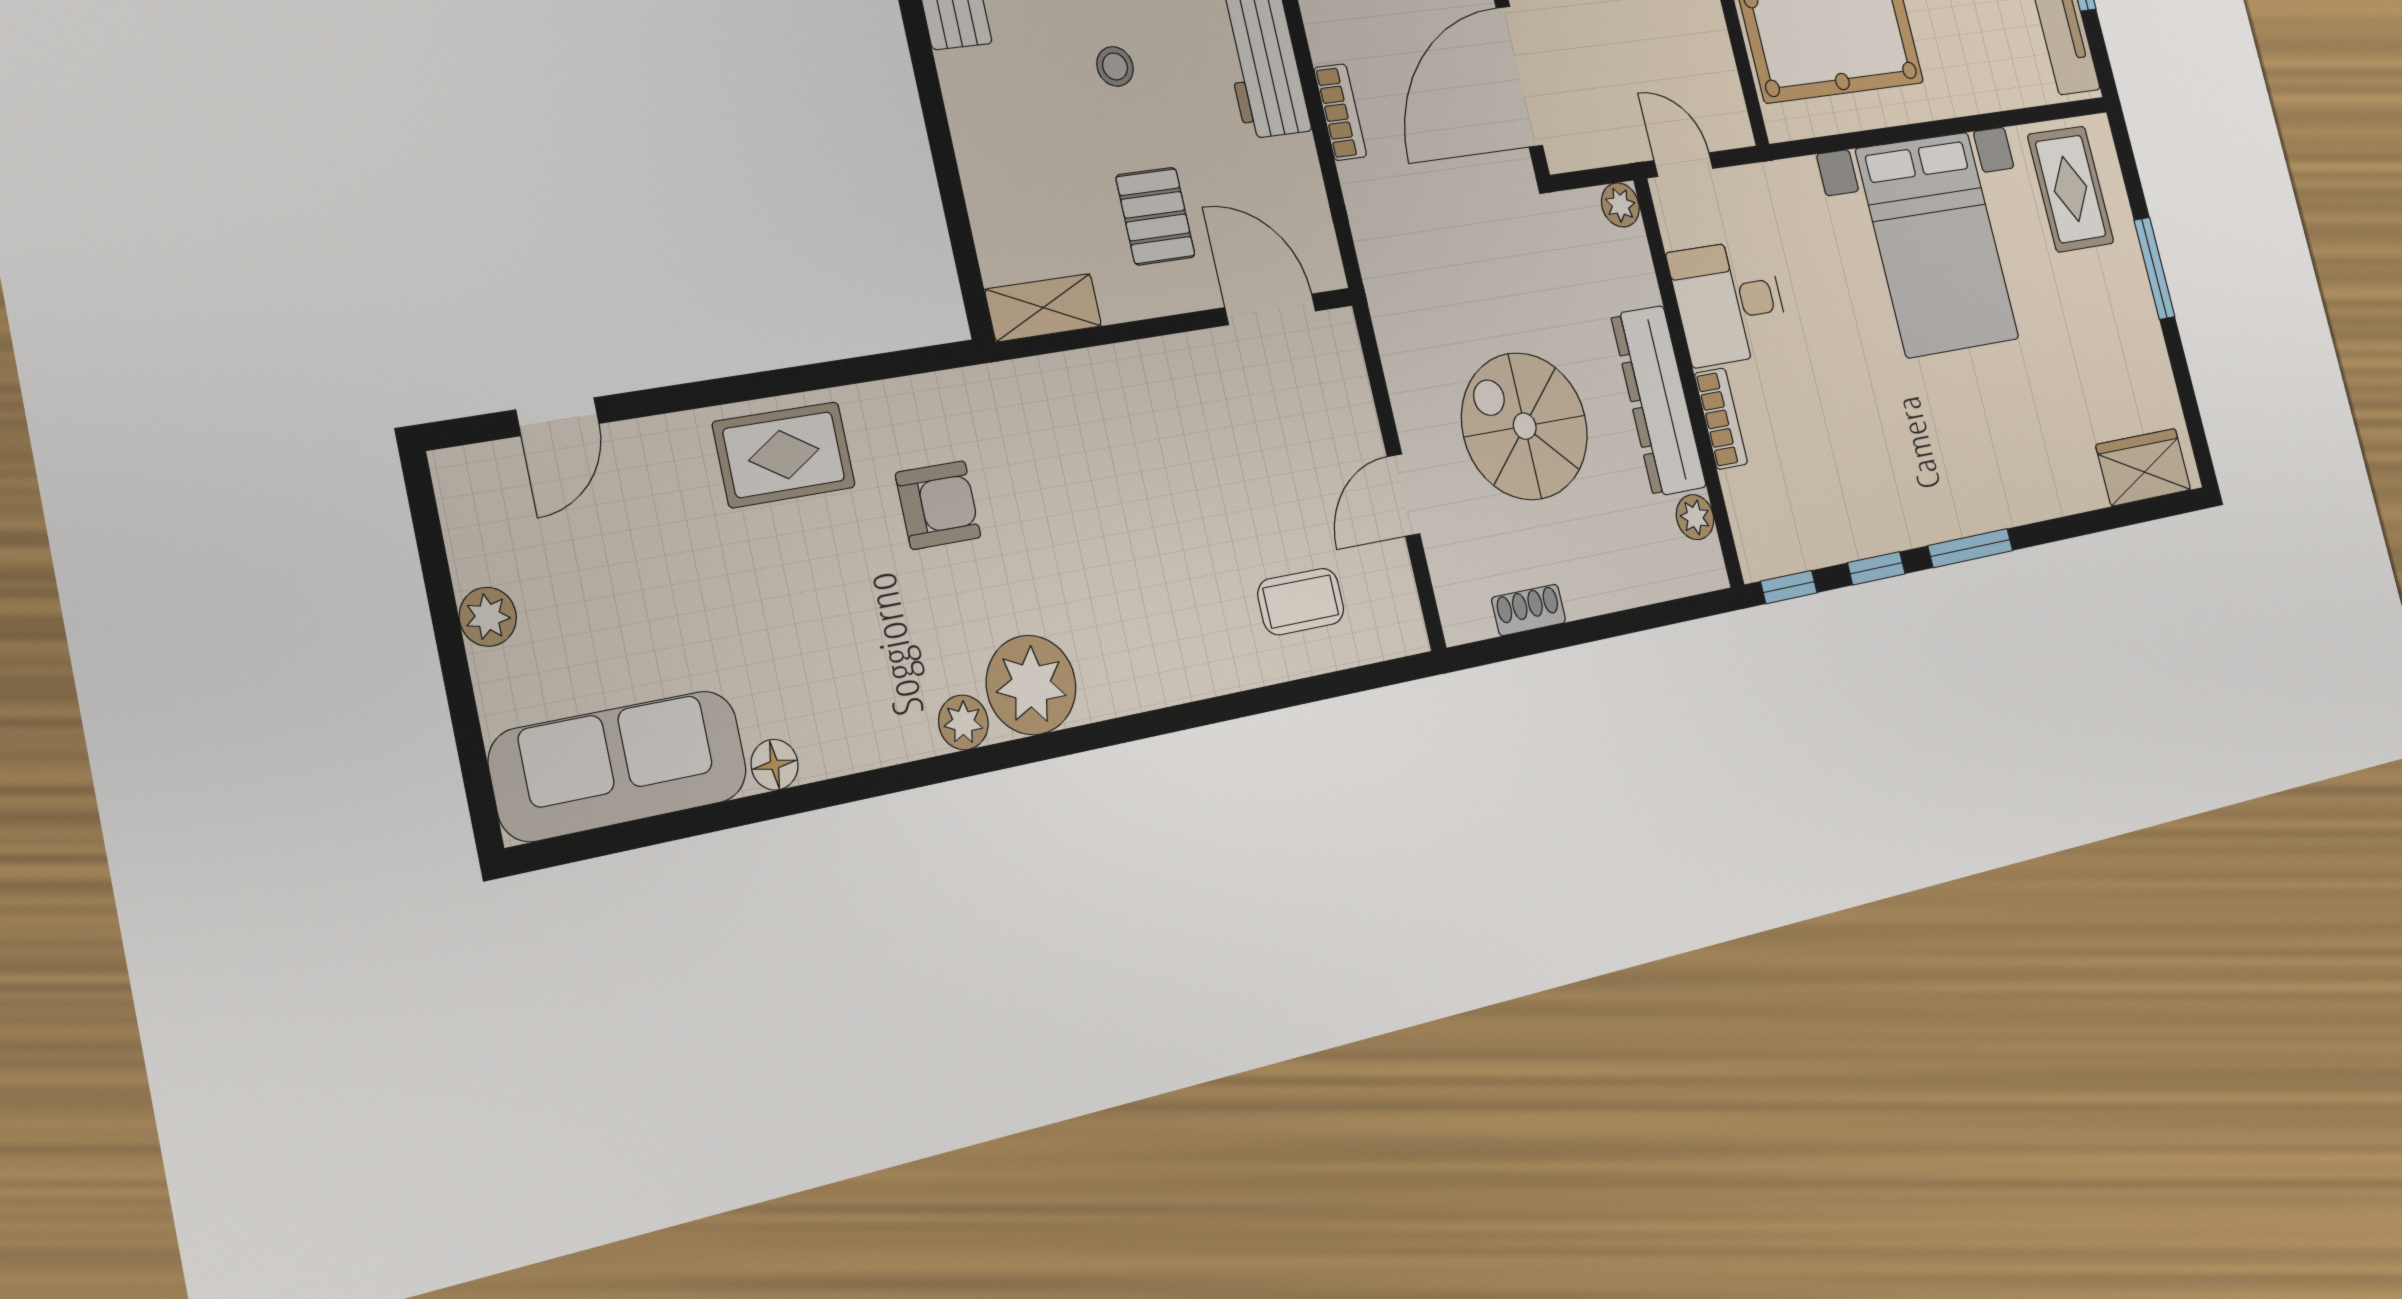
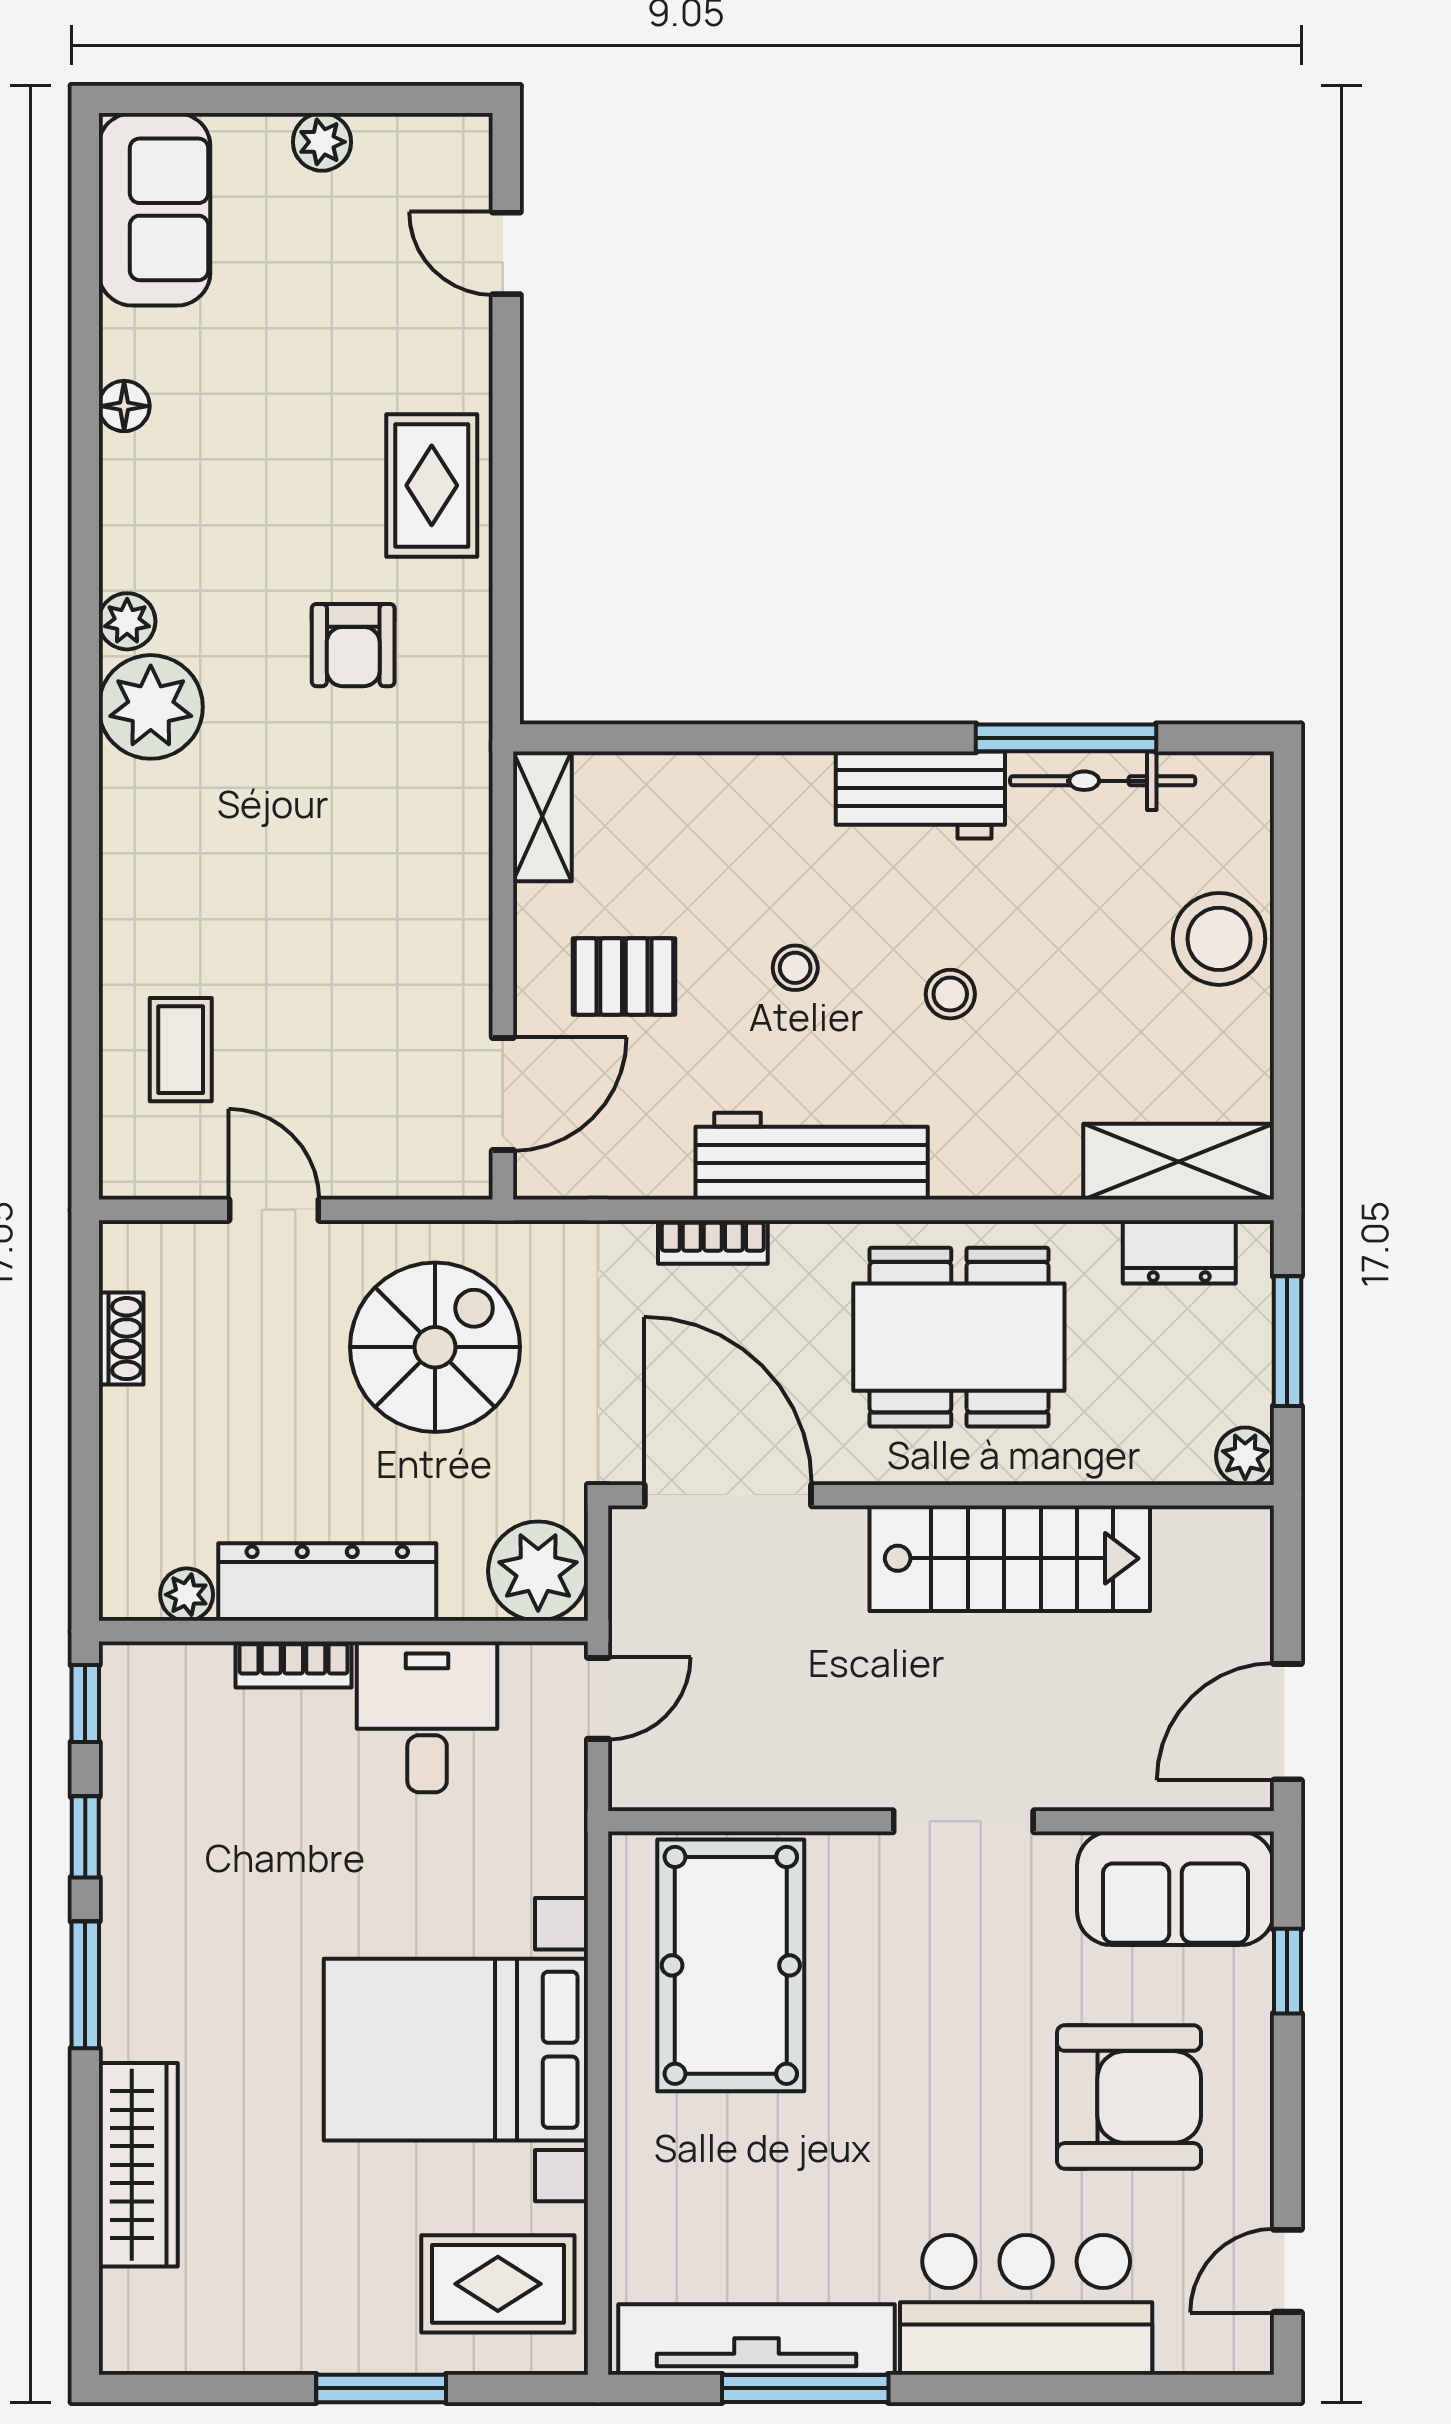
plant: (1620, 205) -> (538, 1571), width x1.87, depth x1.87
spiral stairs: (1525, 426) -> (435, 1347), moved
wardrobe: (2143, 467) -> (138, 2165), moved, width x1.50
sofa: (619, 766) -> (155, 209), width x0.73

